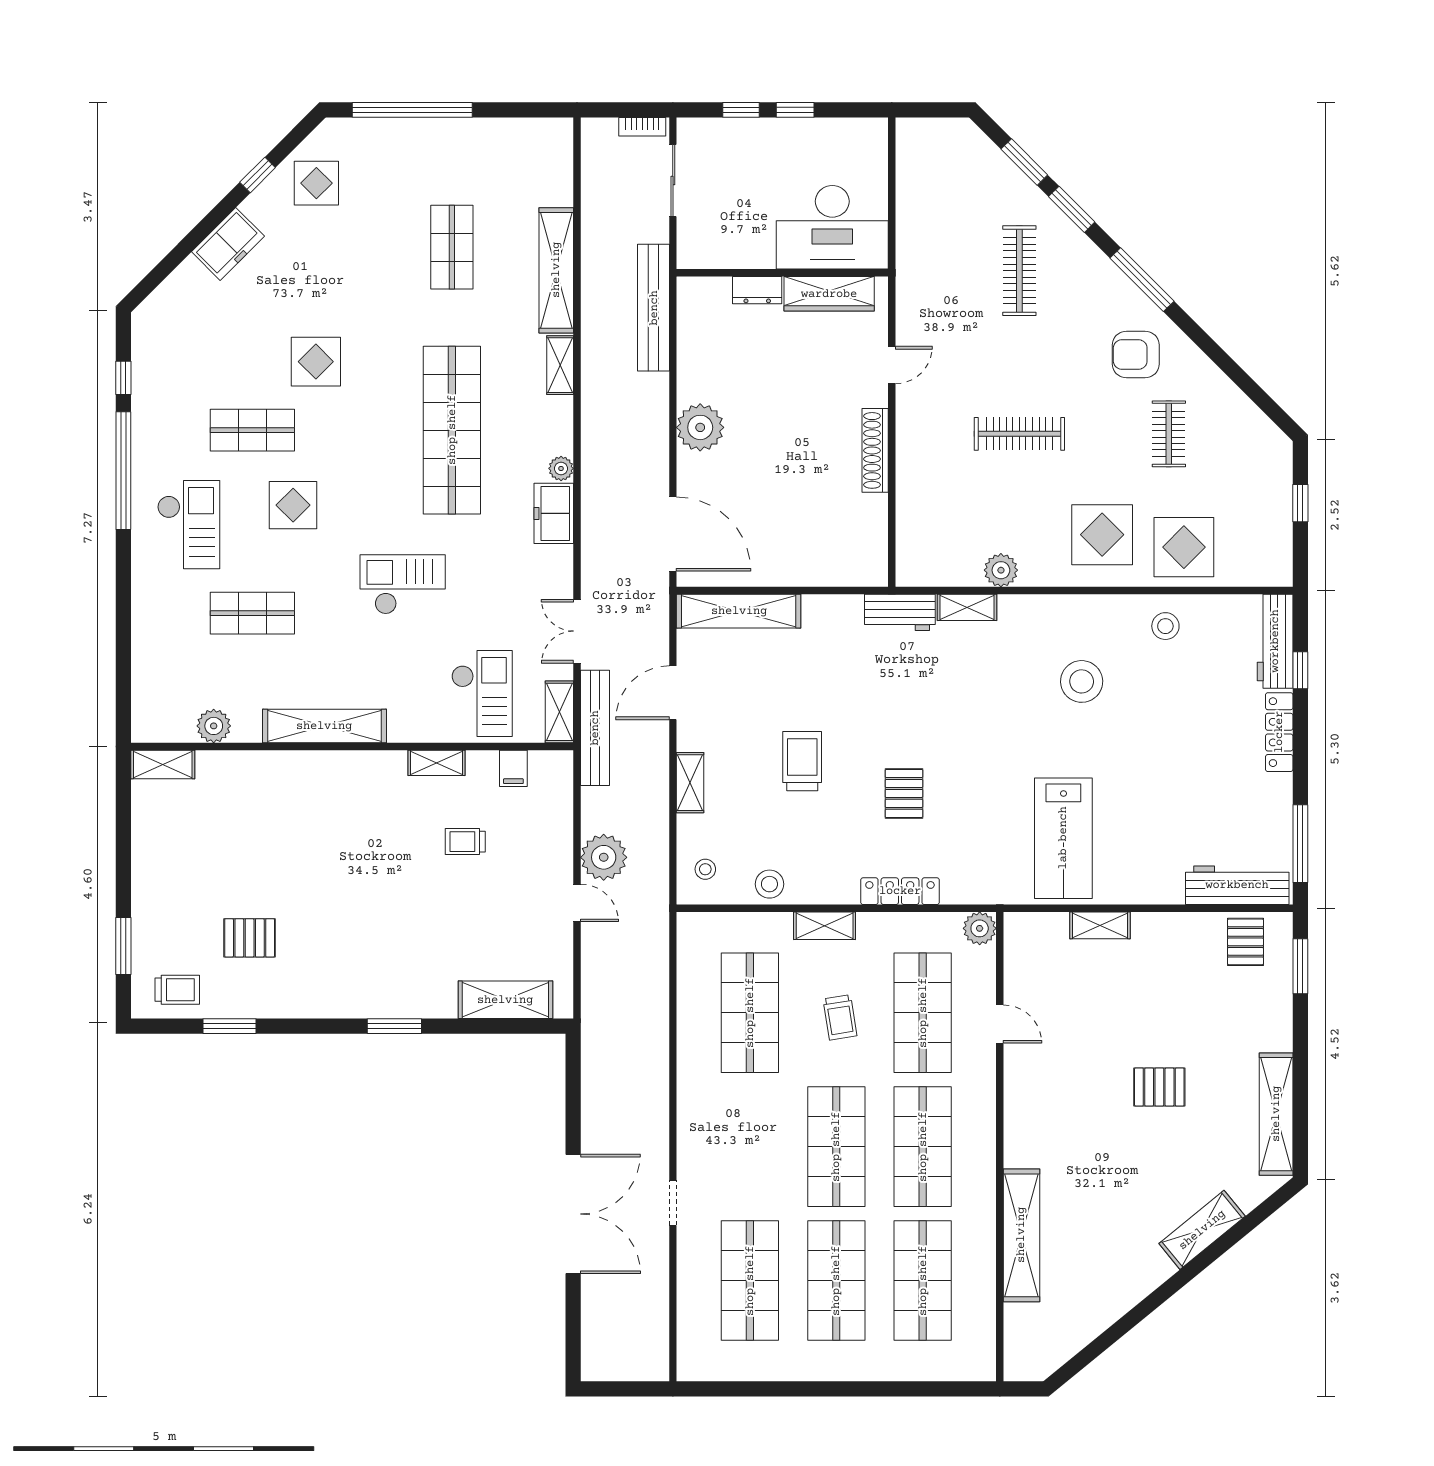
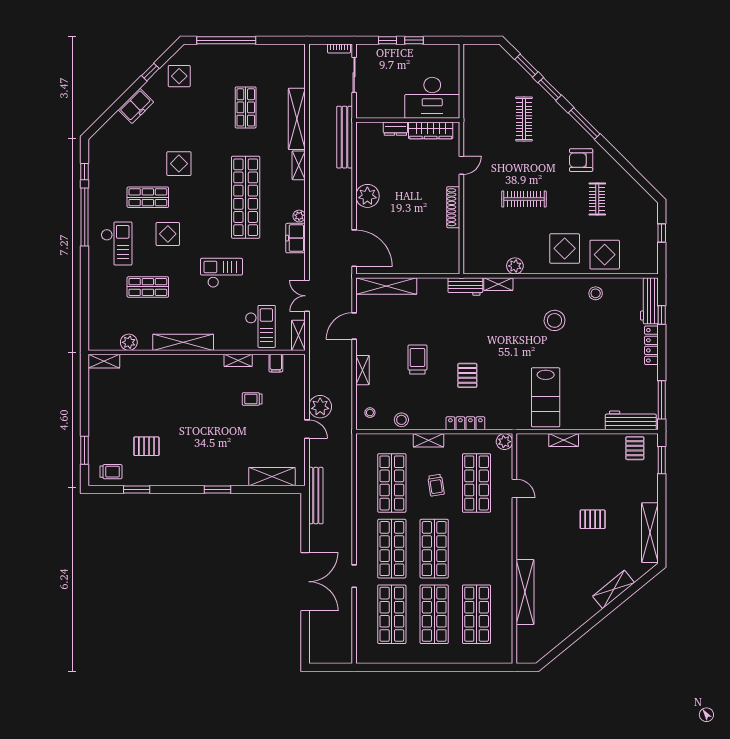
bench: (595, 728) -> (316, 496), moved
shop shelf: (923, 1147) -> (392, 549), moved

